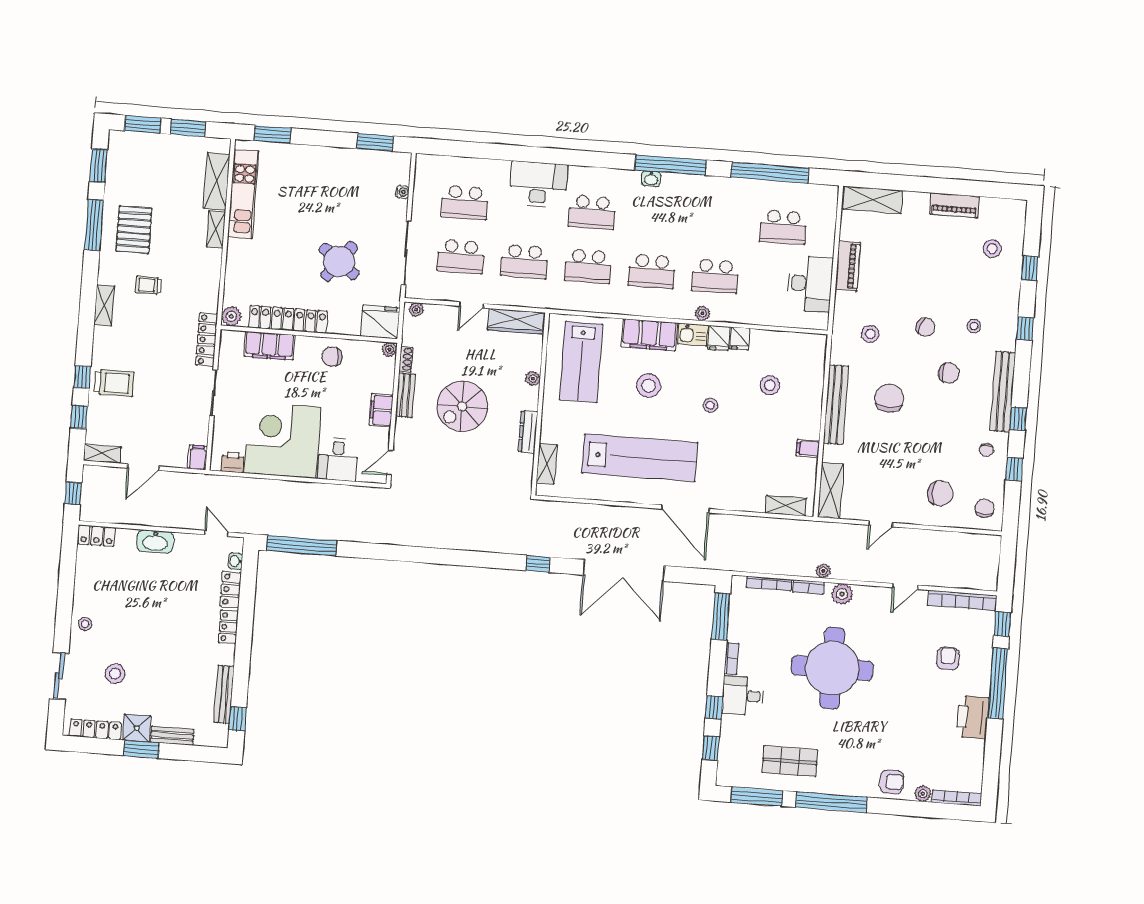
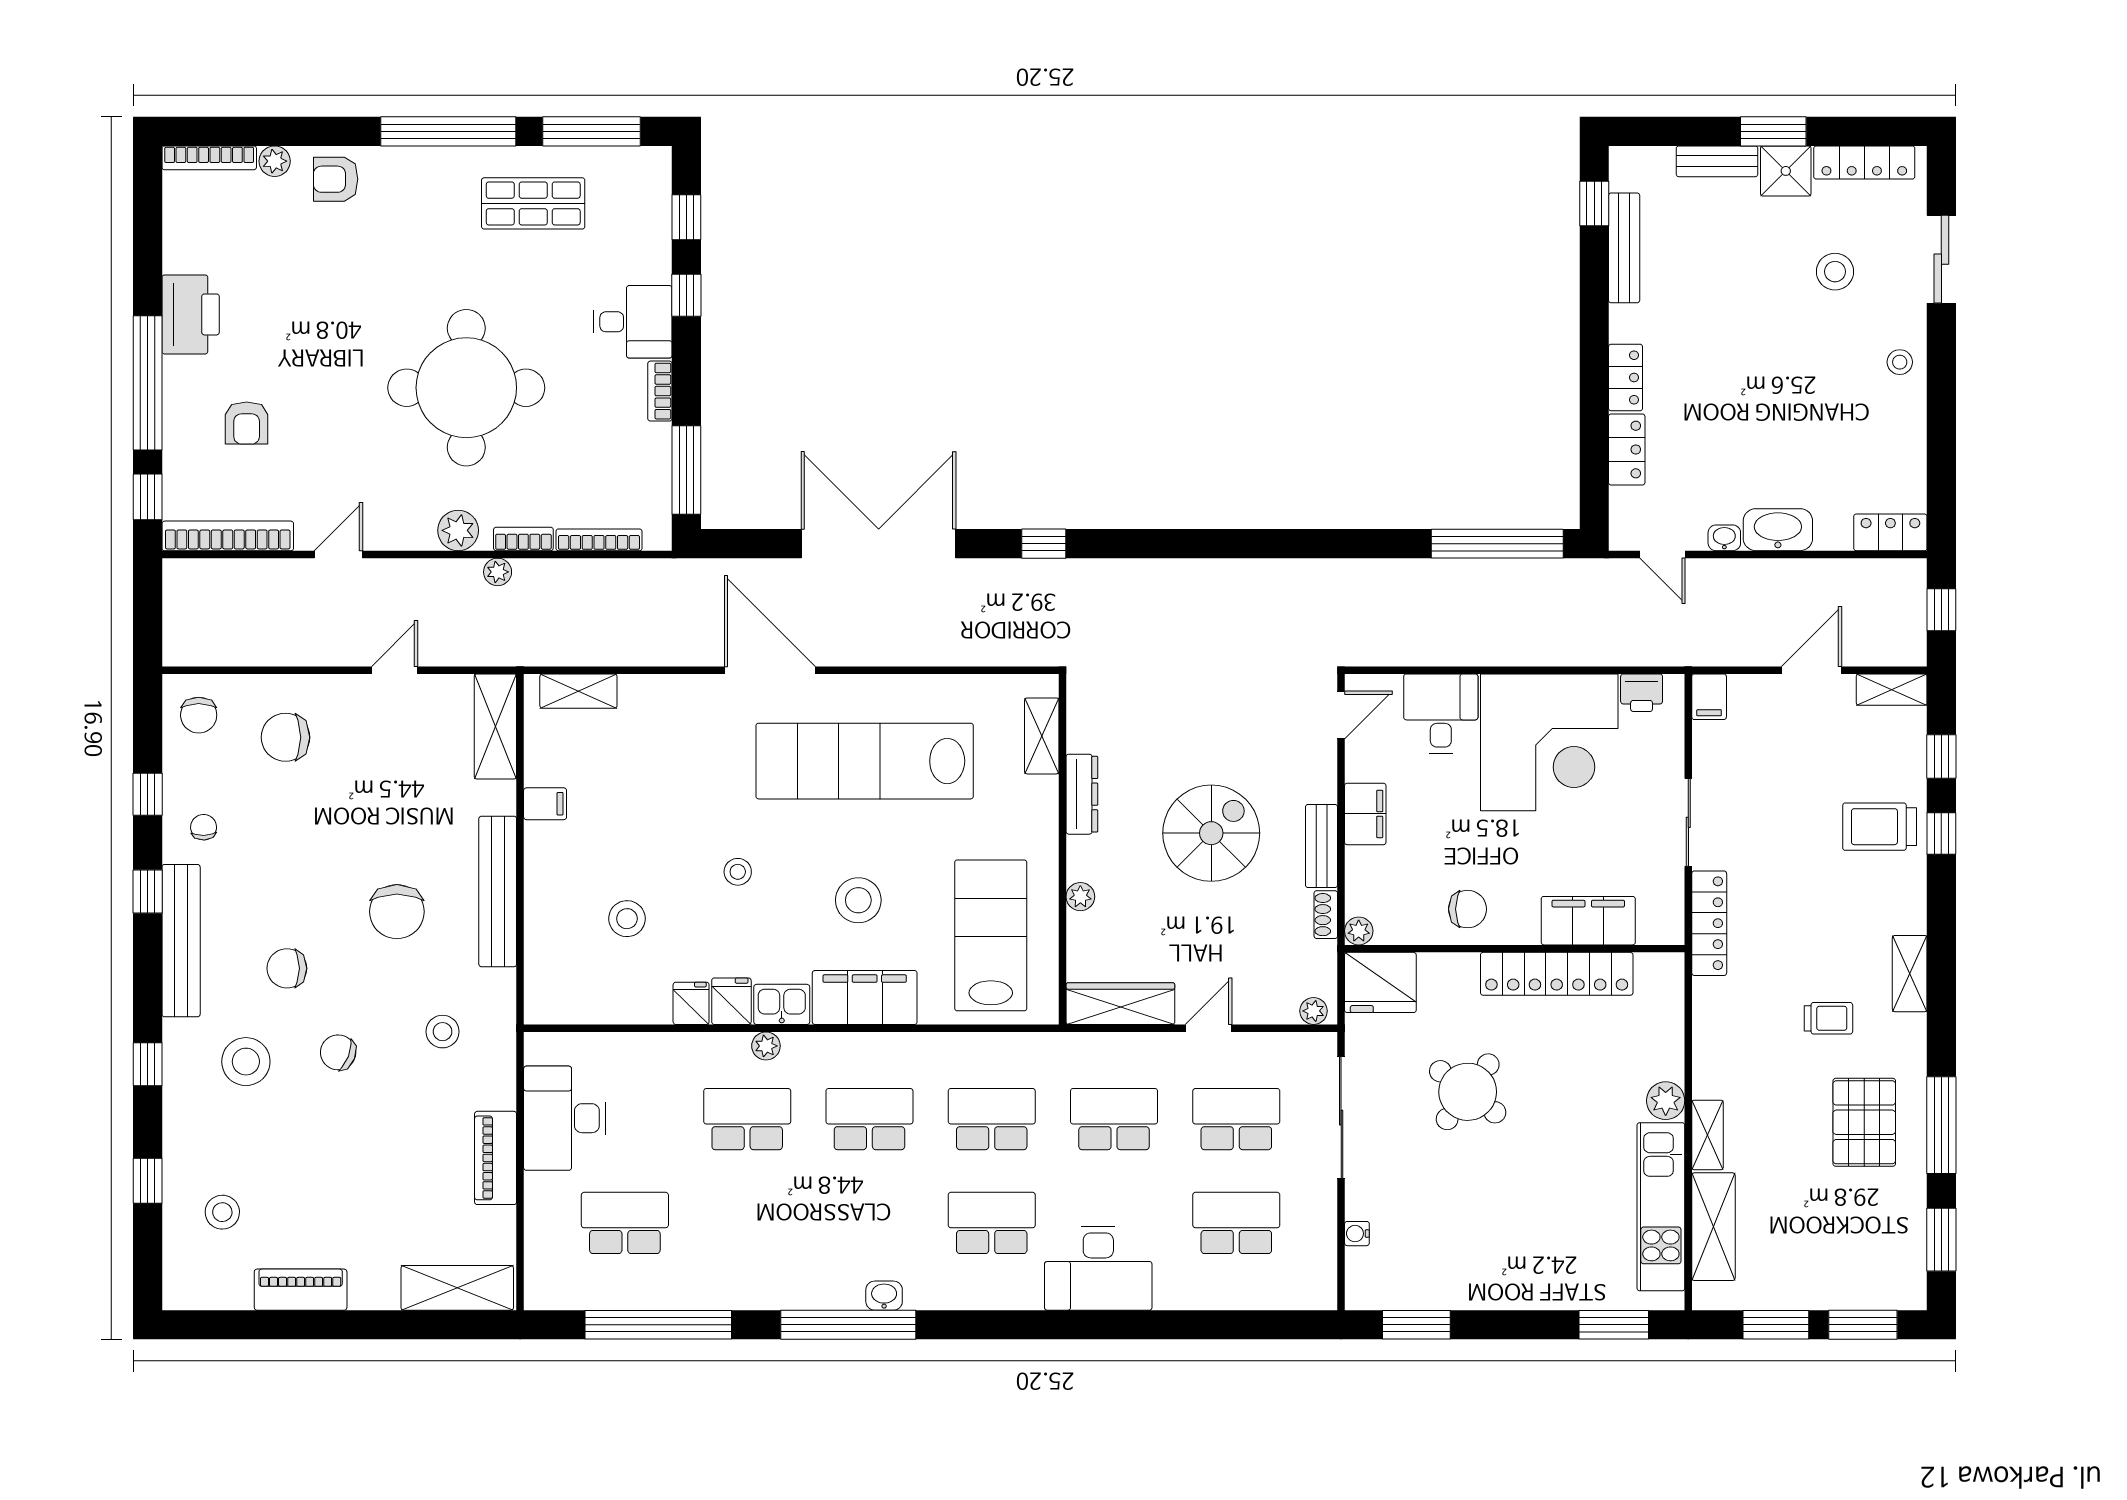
plant: (231, 316) -> (1666, 1101), moved
stool: (974, 326) -> (246, 1062), width x1.89, depth x1.89
washbasin: (235, 561) -> (1724, 538), moved, turned -90

